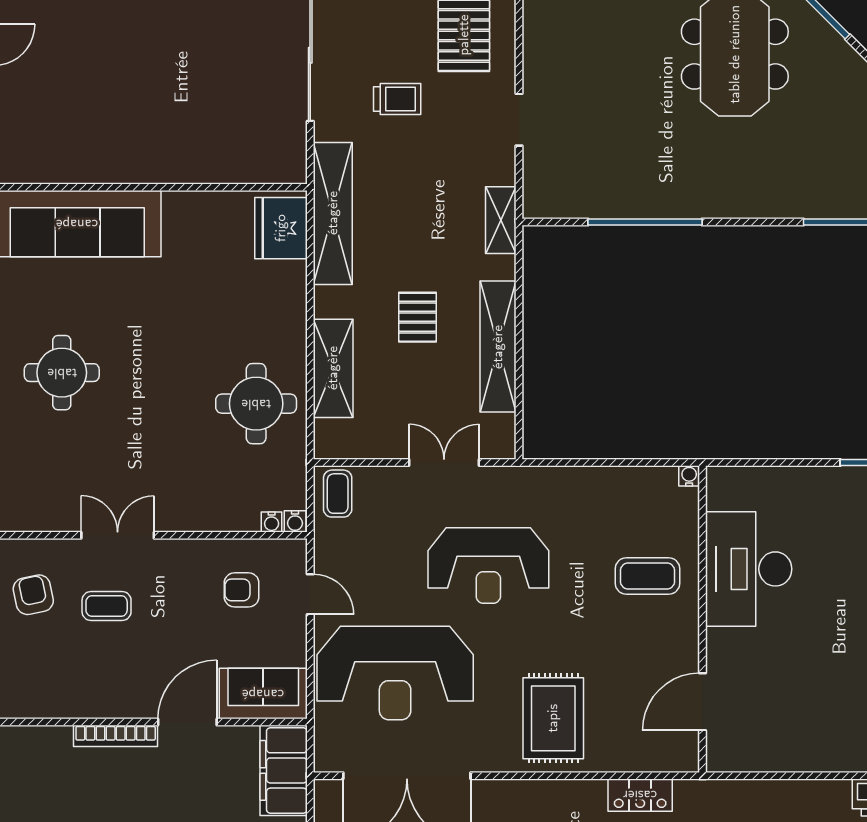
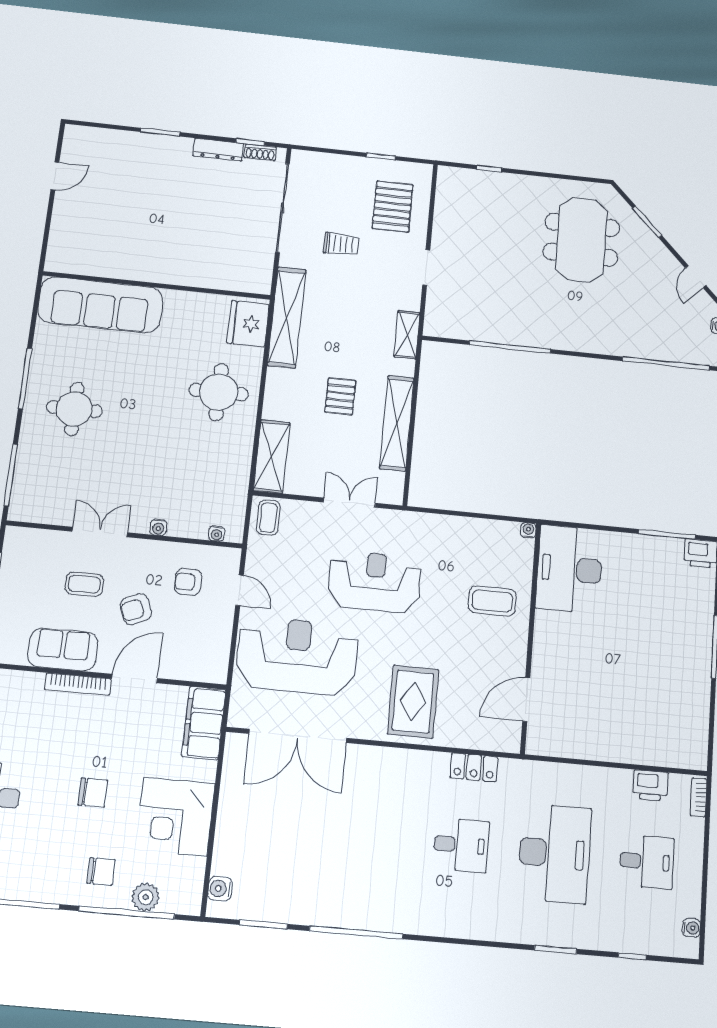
shelving: (333, 368) -> (272, 456), moved
round table: (256, 404) -> (219, 392), moved
water cooler: (295, 521) -> (158, 527), moved
reception desk: (488, 565) -> (375, 582), turned 180
desk: (749, 569) -> (569, 569), moved
armchair: (33, 595) -> (136, 609), moved, turned -102
reception desk: (395, 673) -> (297, 656), turned 180
sofa: (263, 694) -> (63, 650), moved

